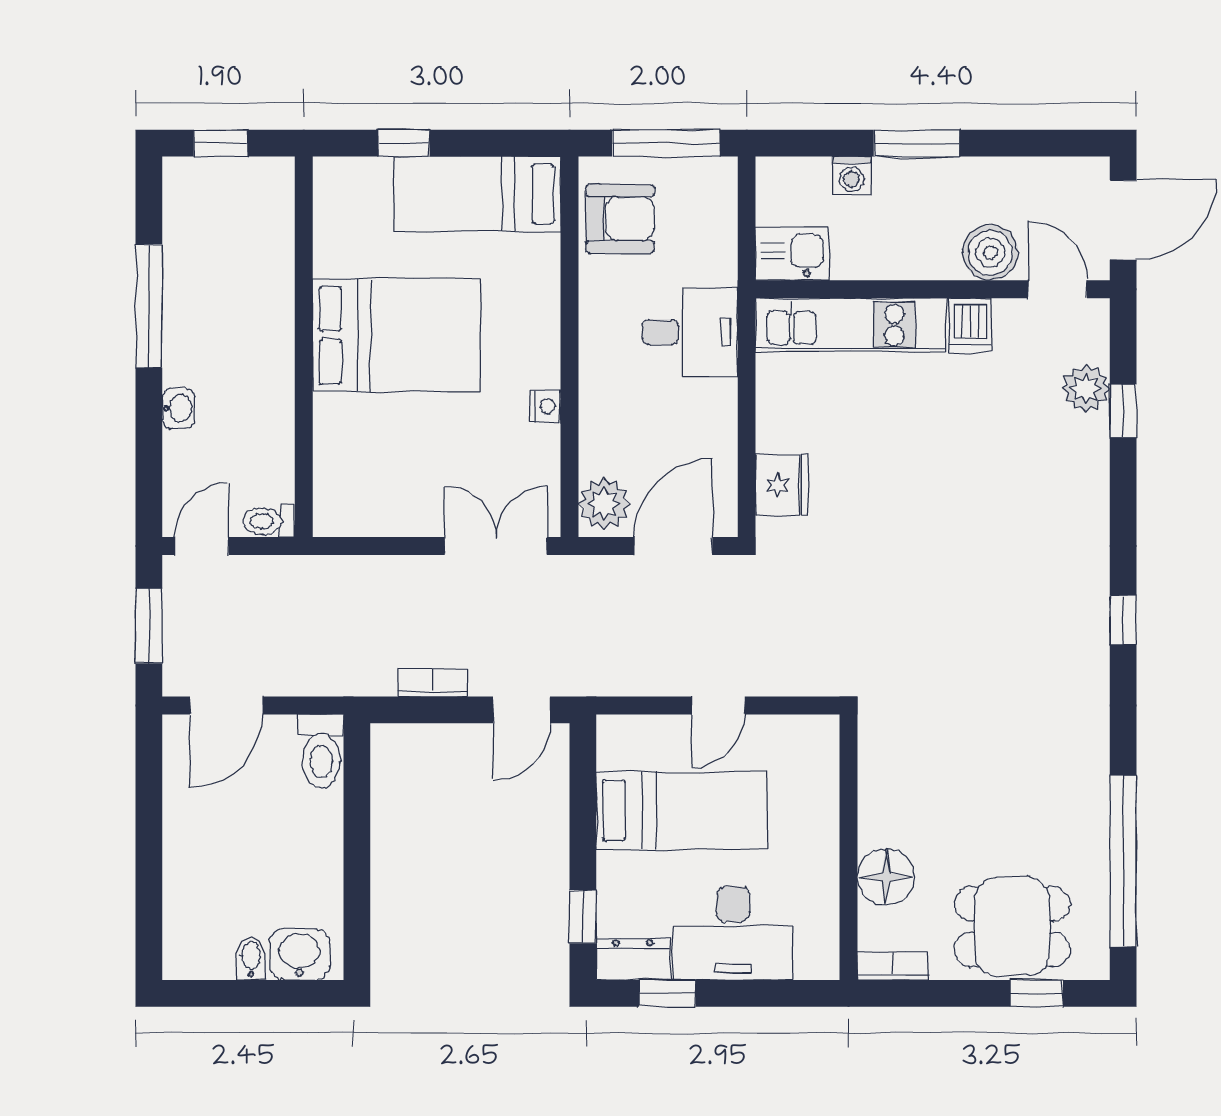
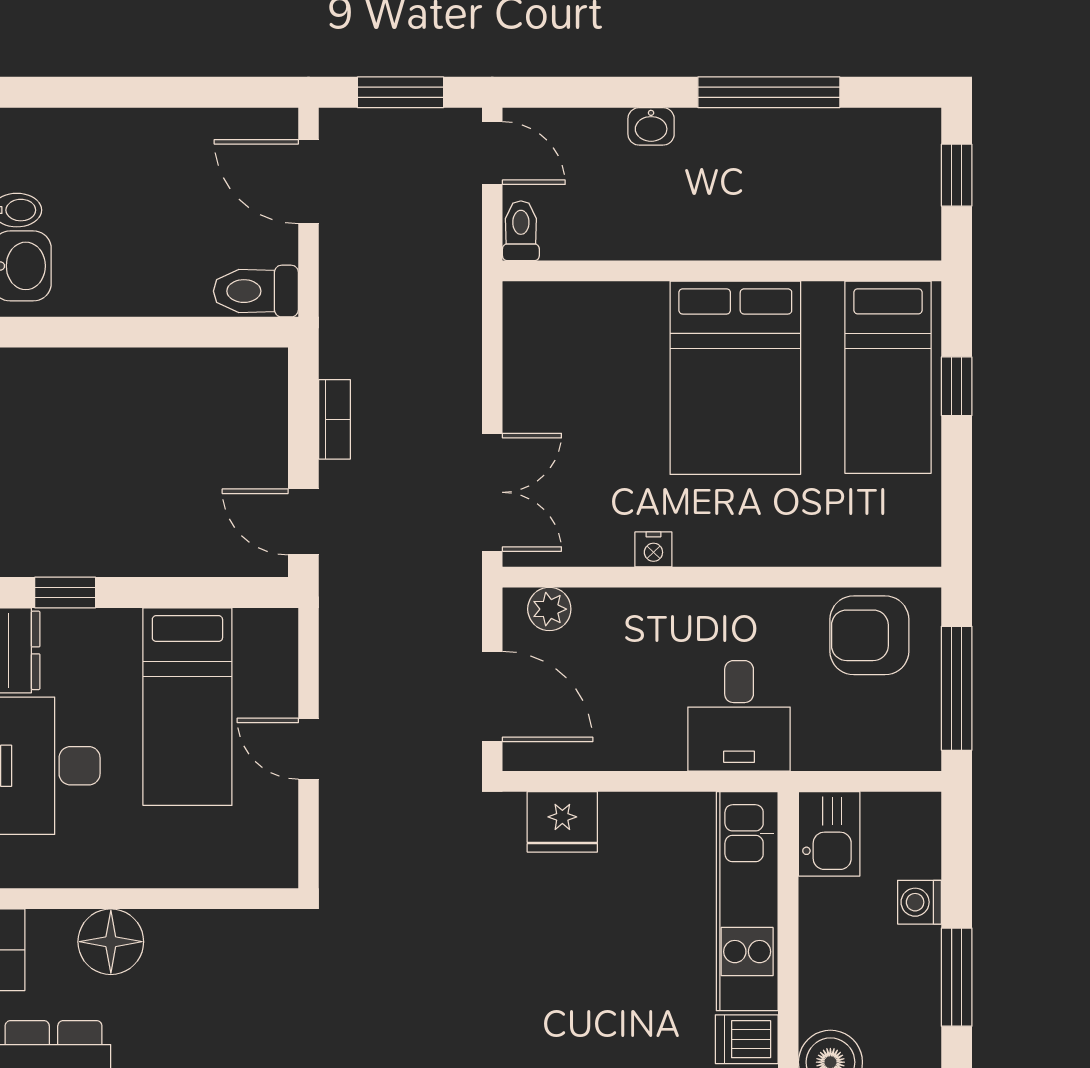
bed: (477, 194) -> (888, 377), moved, turned 180
armchair: (620, 219) -> (869, 635), turned 90
plant: (604, 504) -> (549, 609), width x0.73, depth x0.73

